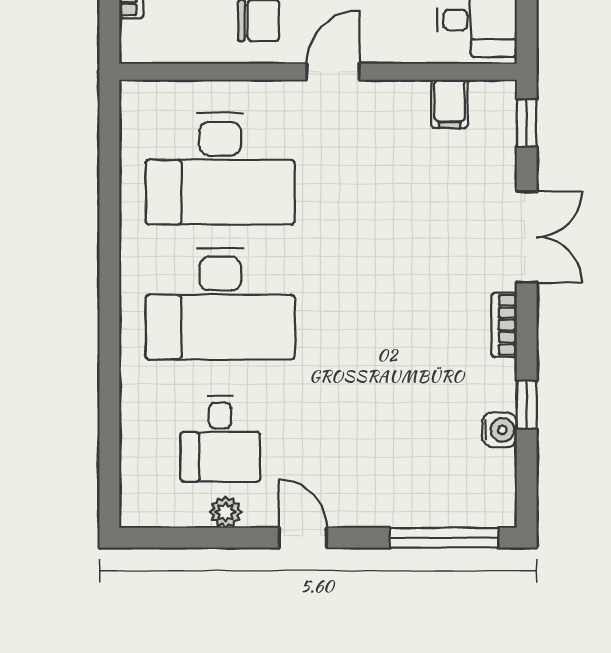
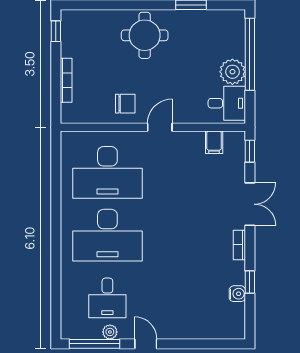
window: (444, 538) -> (94, 344), moved

